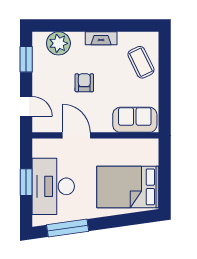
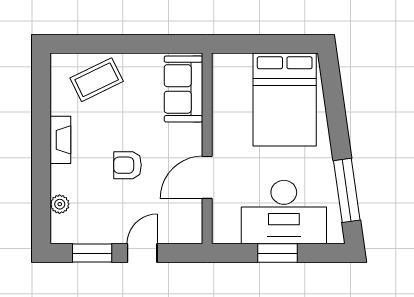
plant: (58, 43) -> (60, 204), width x0.53, depth x0.53
door: (26, 106) -> (142, 253), moved

